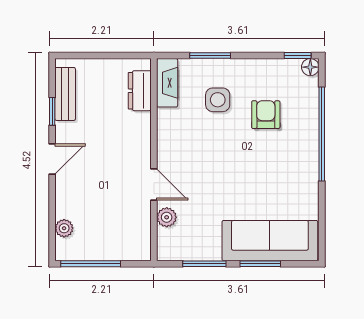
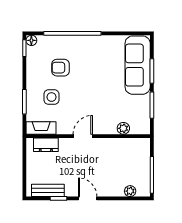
door: (154, 184) -> (83, 136), moved

